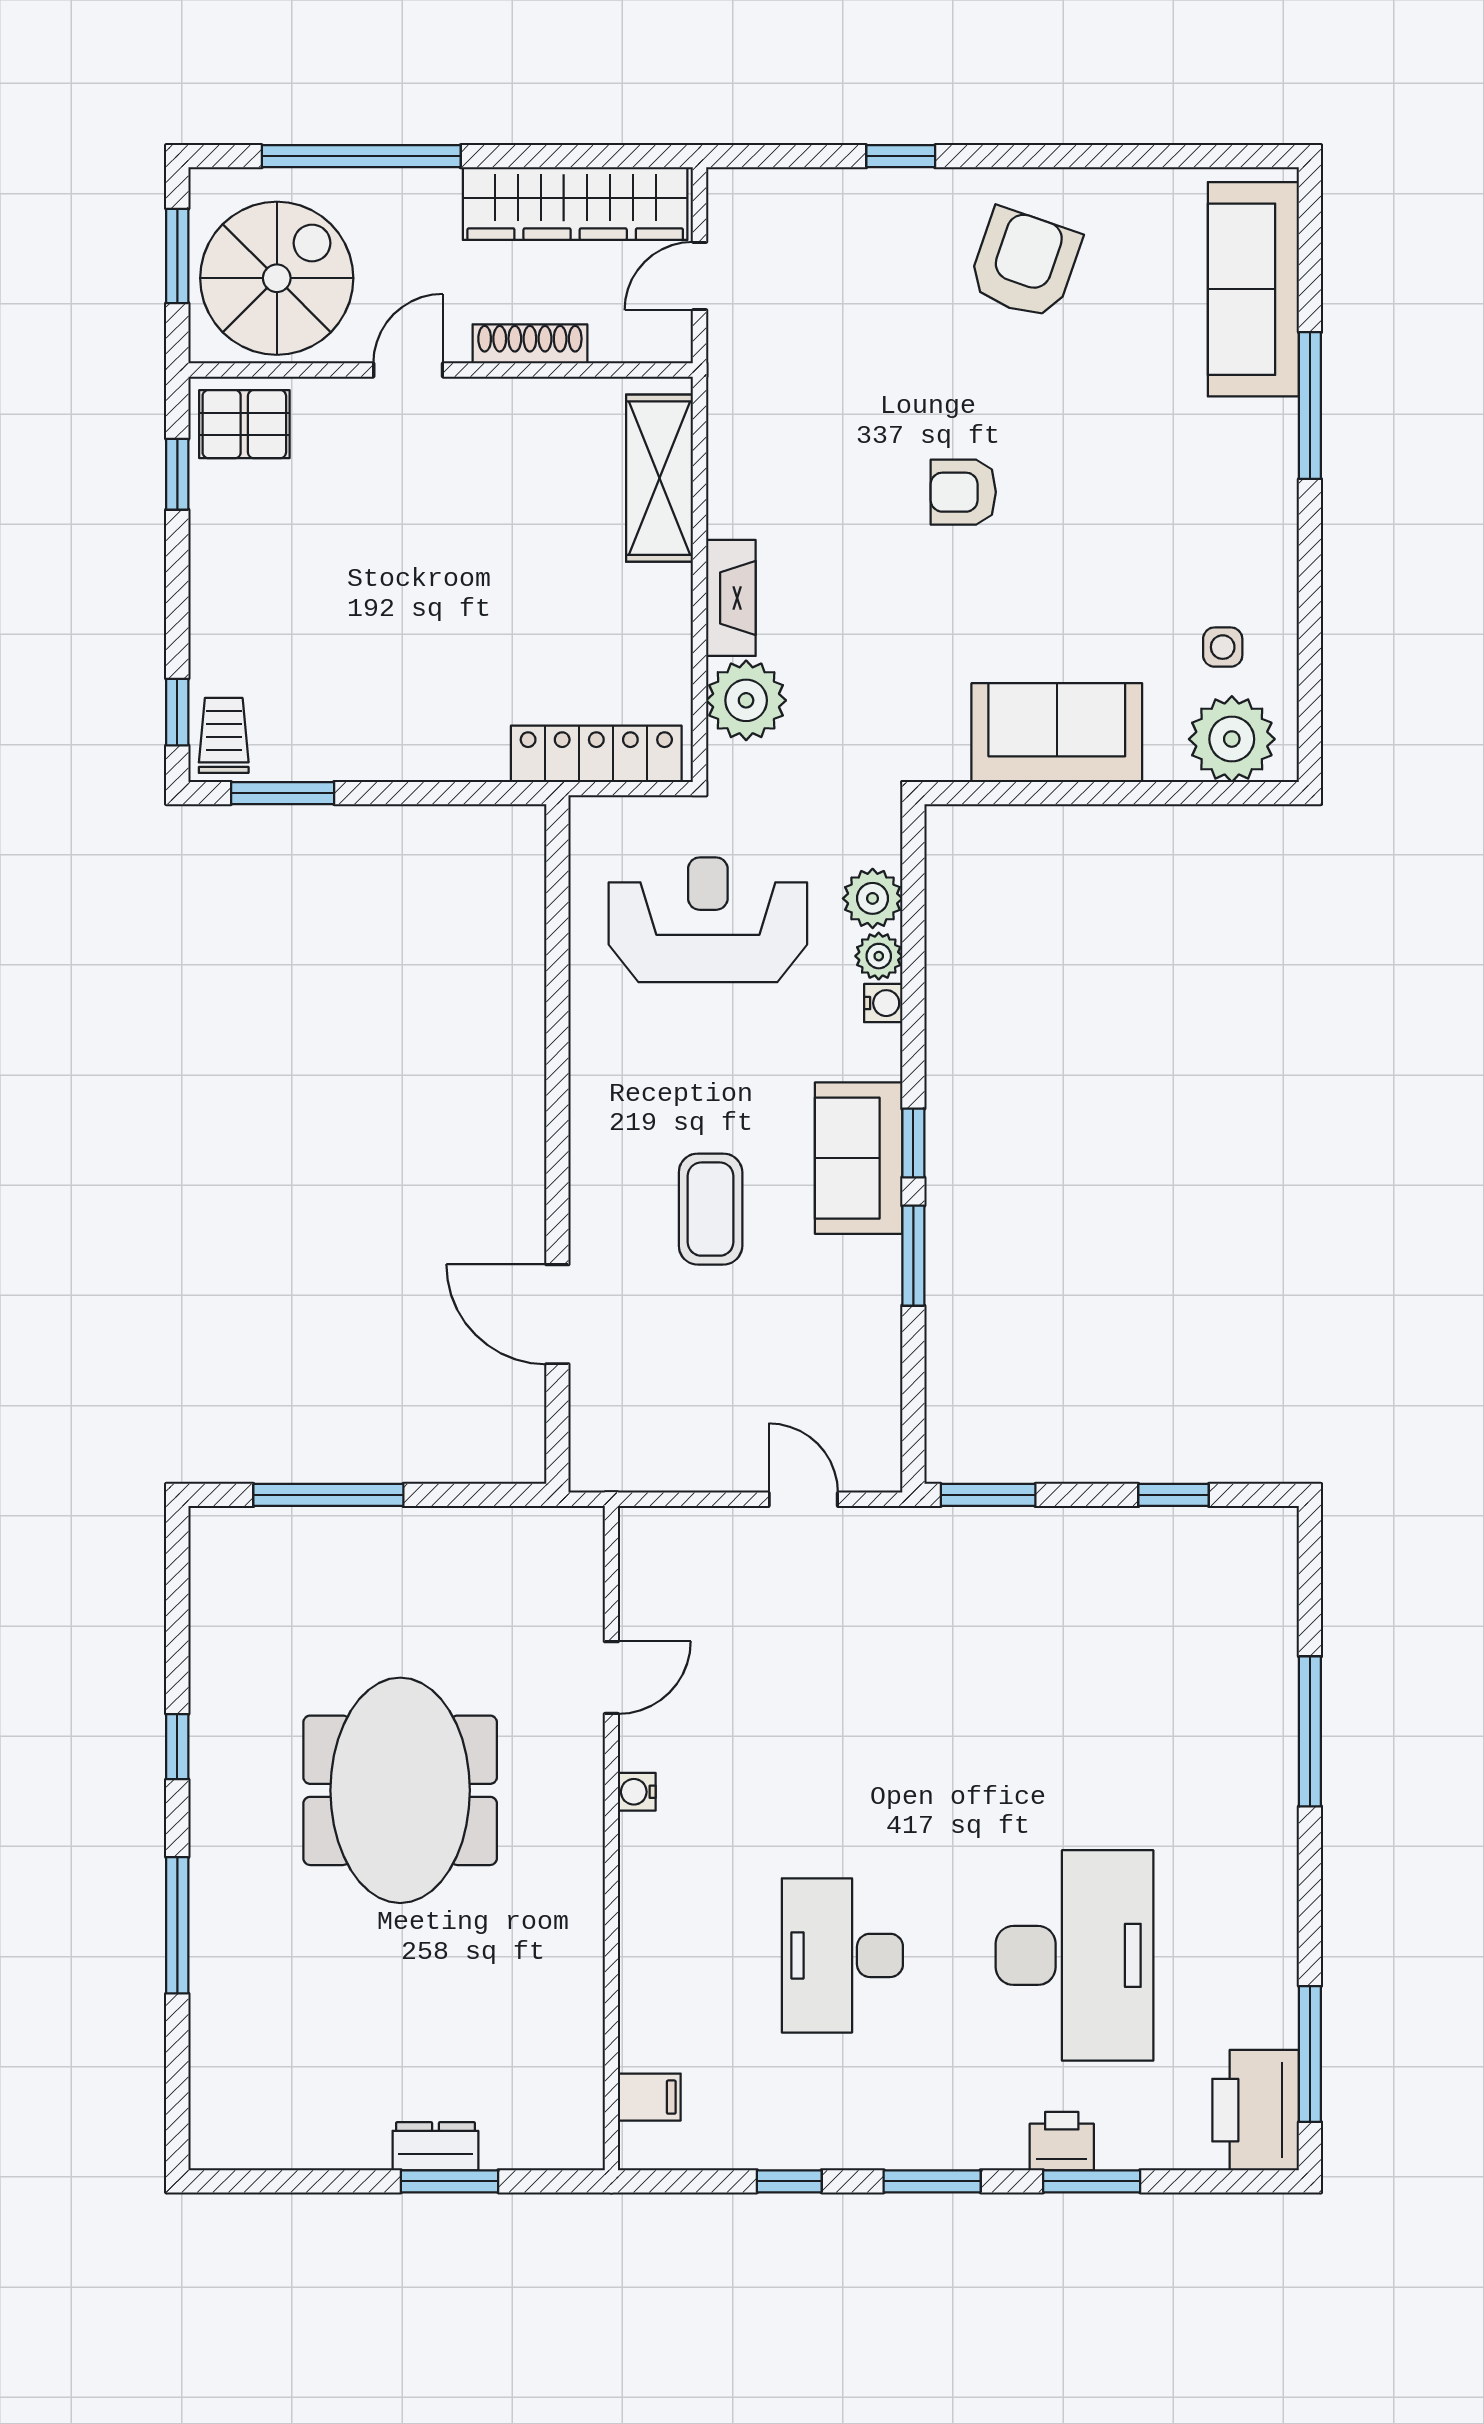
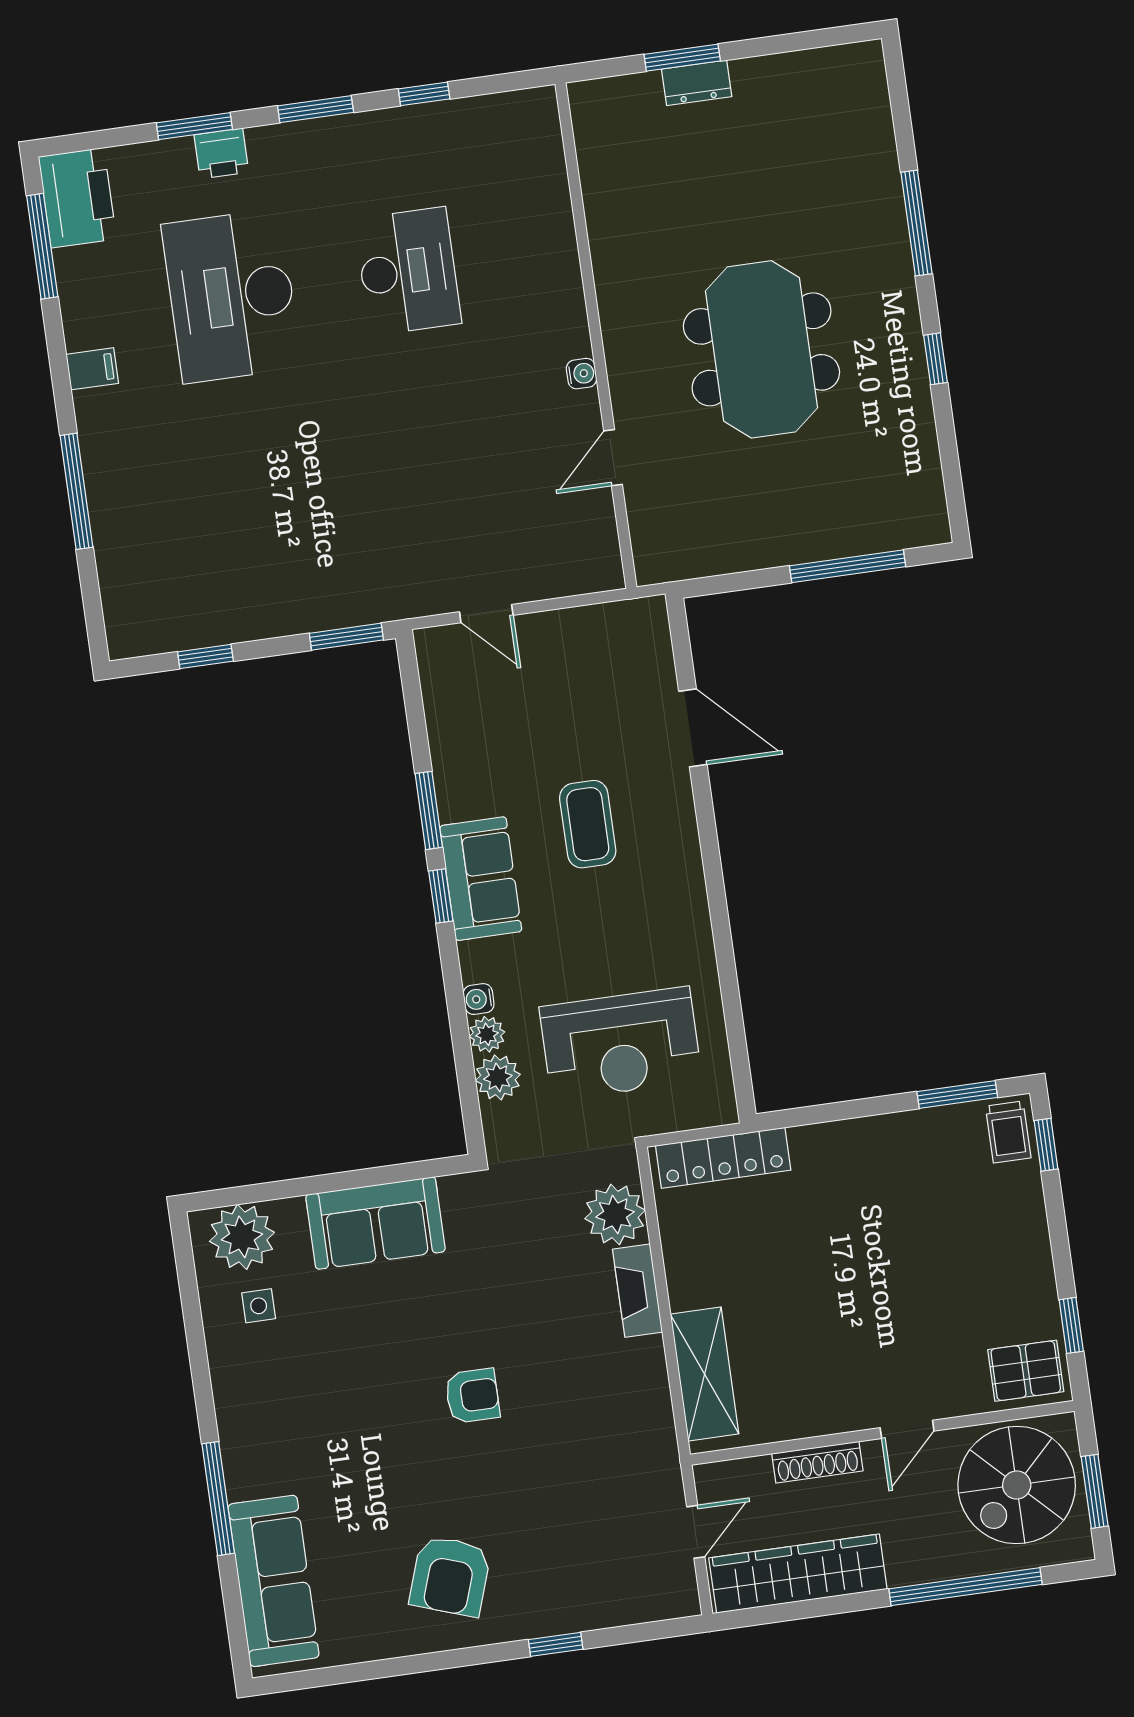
filing cabinet: (649, 2097) -> (92, 369), moved, turned 180

